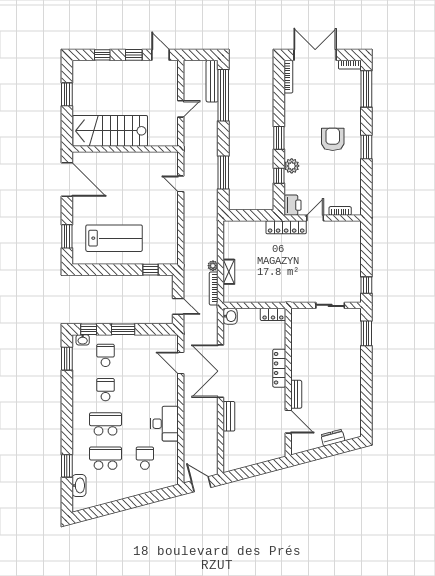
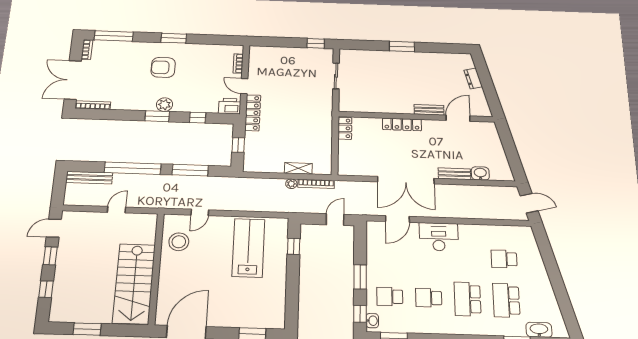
window: (223, 95) -> (133, 168), moved
door: (181, 109) -> (116, 210), hinge flipped
plant: (292, 166) -> (165, 105), moved
stool: (151, 167) -> (179, 242), added
window: (251, 215) -> (238, 145), added
lab bench: (114, 238) -> (248, 248), moved
washbasin: (230, 316) -> (480, 173), moved
window: (366, 333) -> (402, 47), moved
desk: (165, 424) -> (439, 237), moved
door: (201, 484) -> (529, 203), swing flipped

